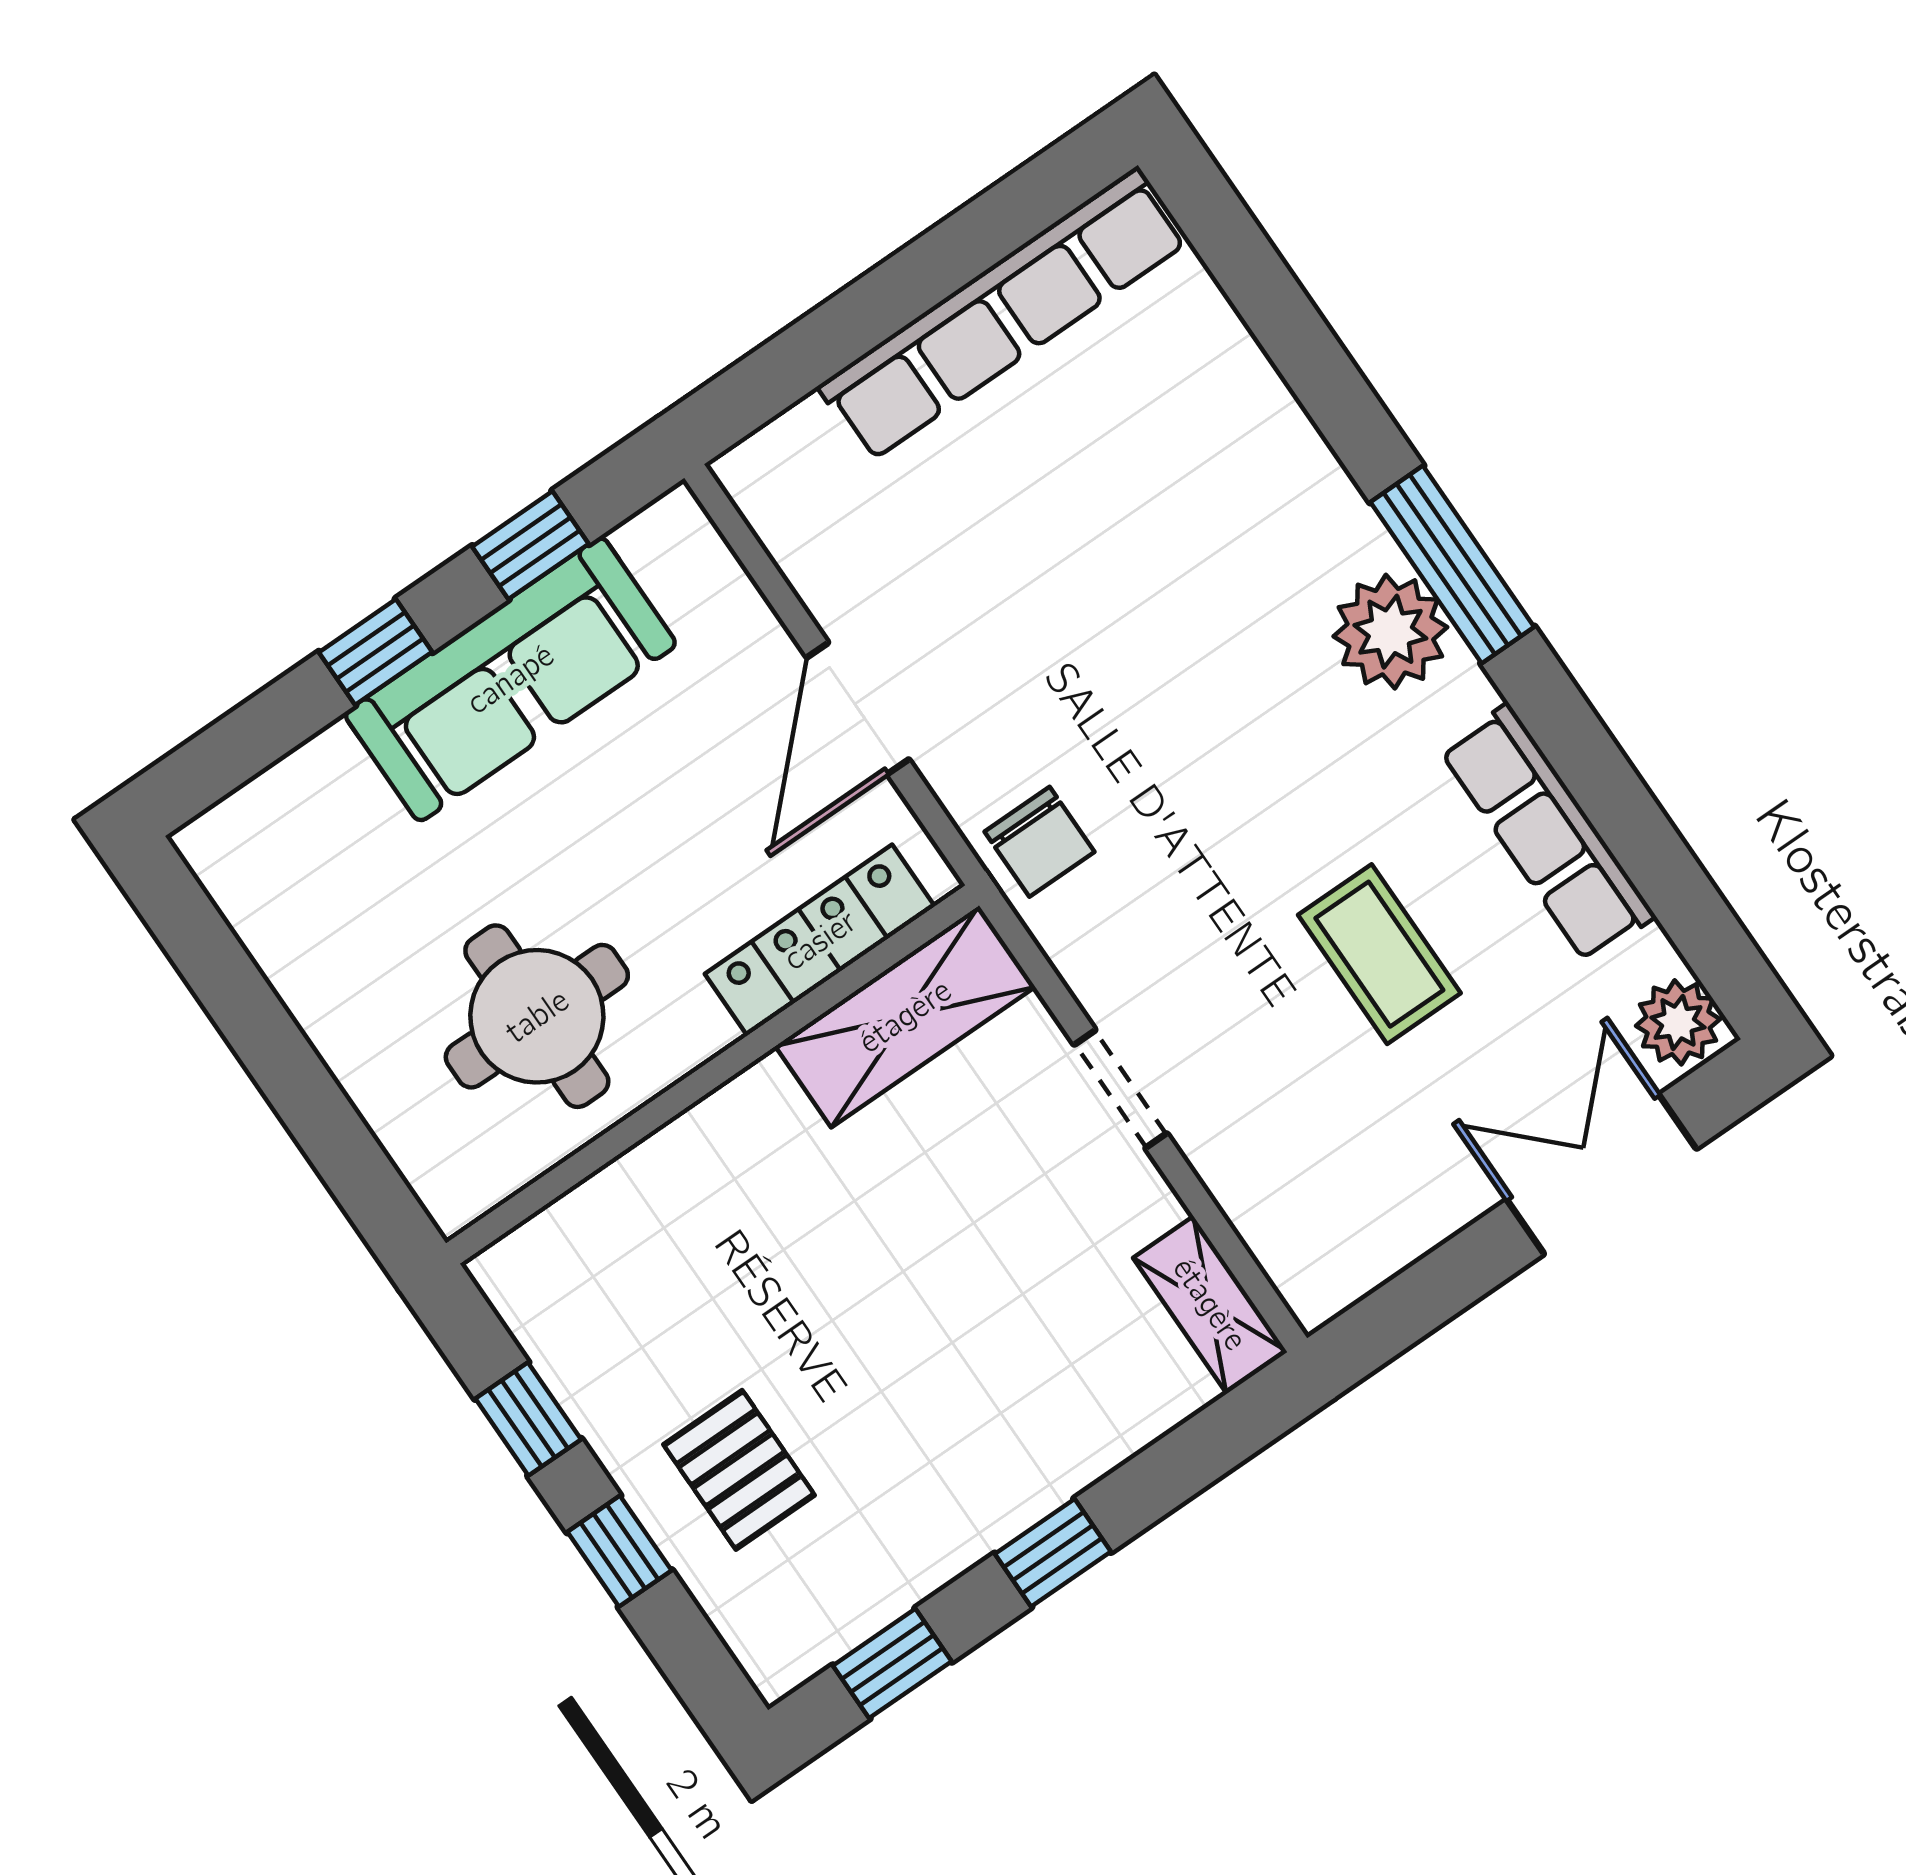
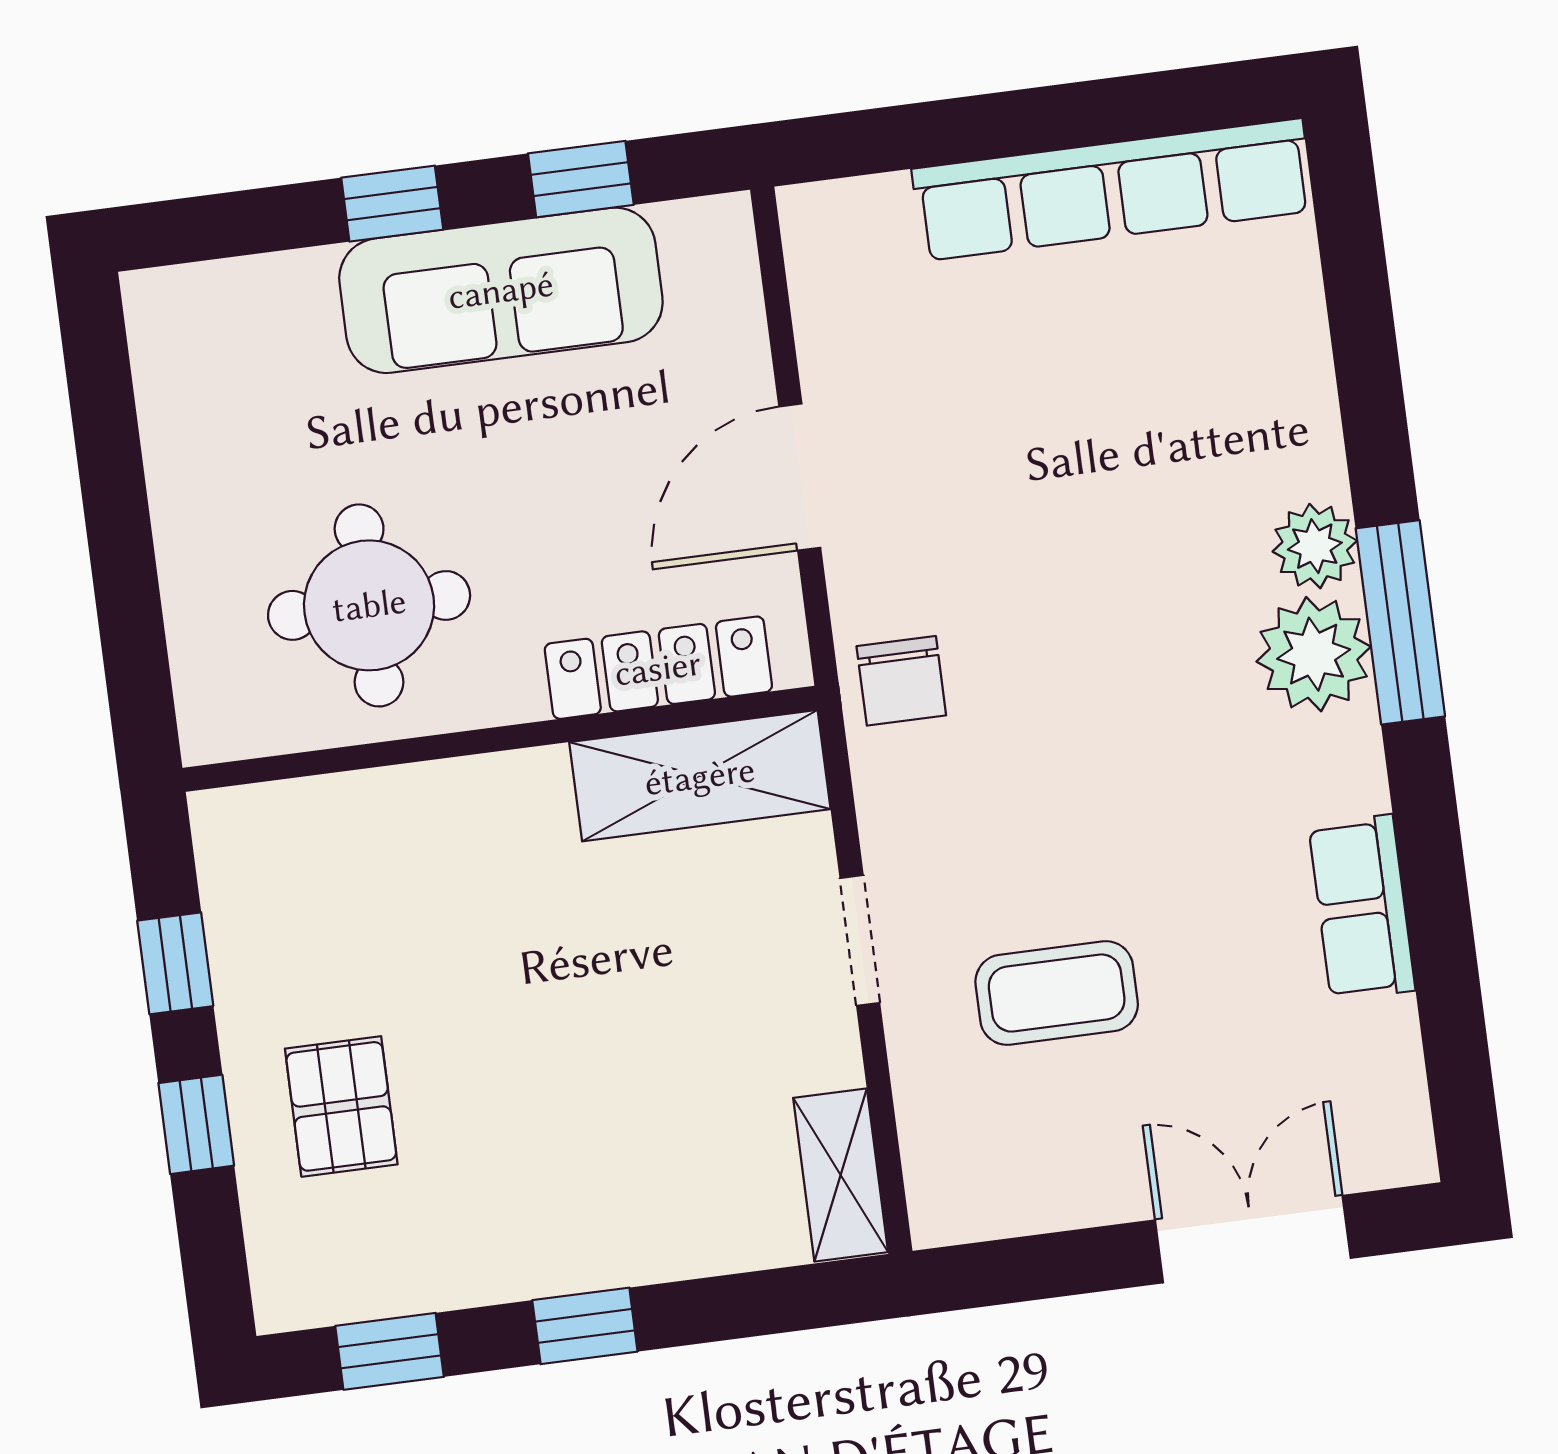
row of seats: (1547, 833) -> (1362, 908), width x0.68
coffee table: (1379, 954) -> (1057, 993), moved, turned 90
plant: (1678, 1022) -> (1315, 546), moved

